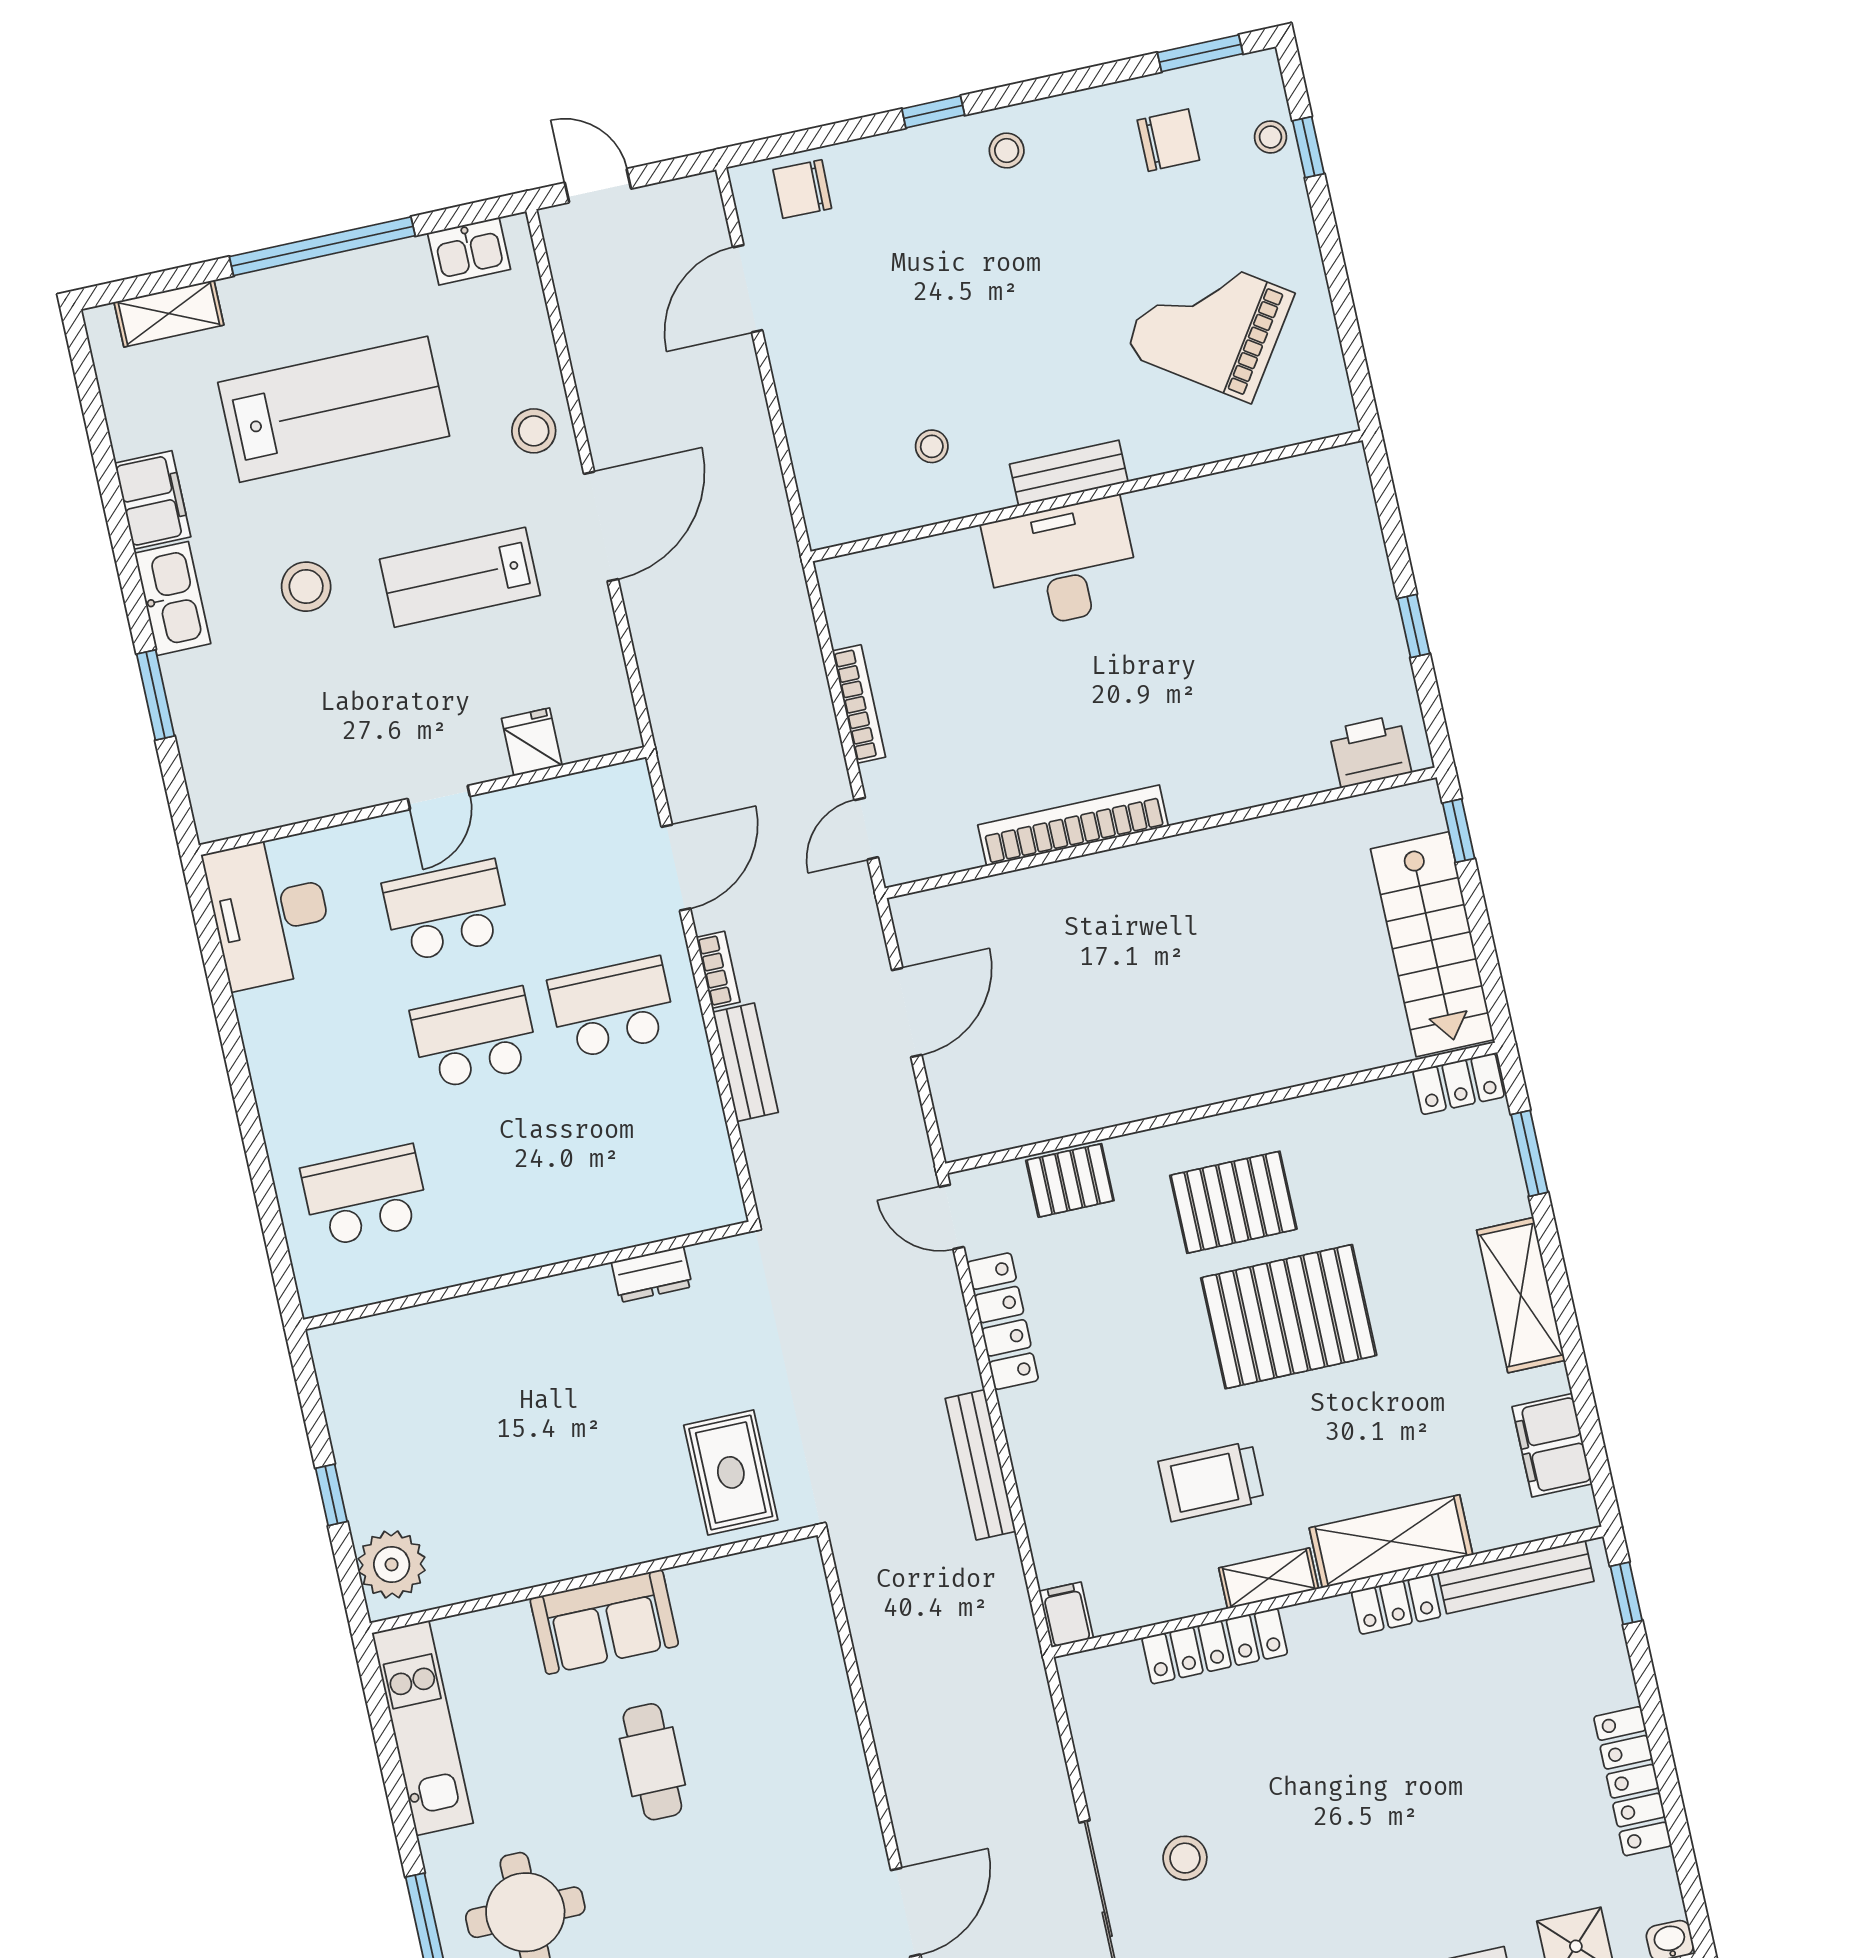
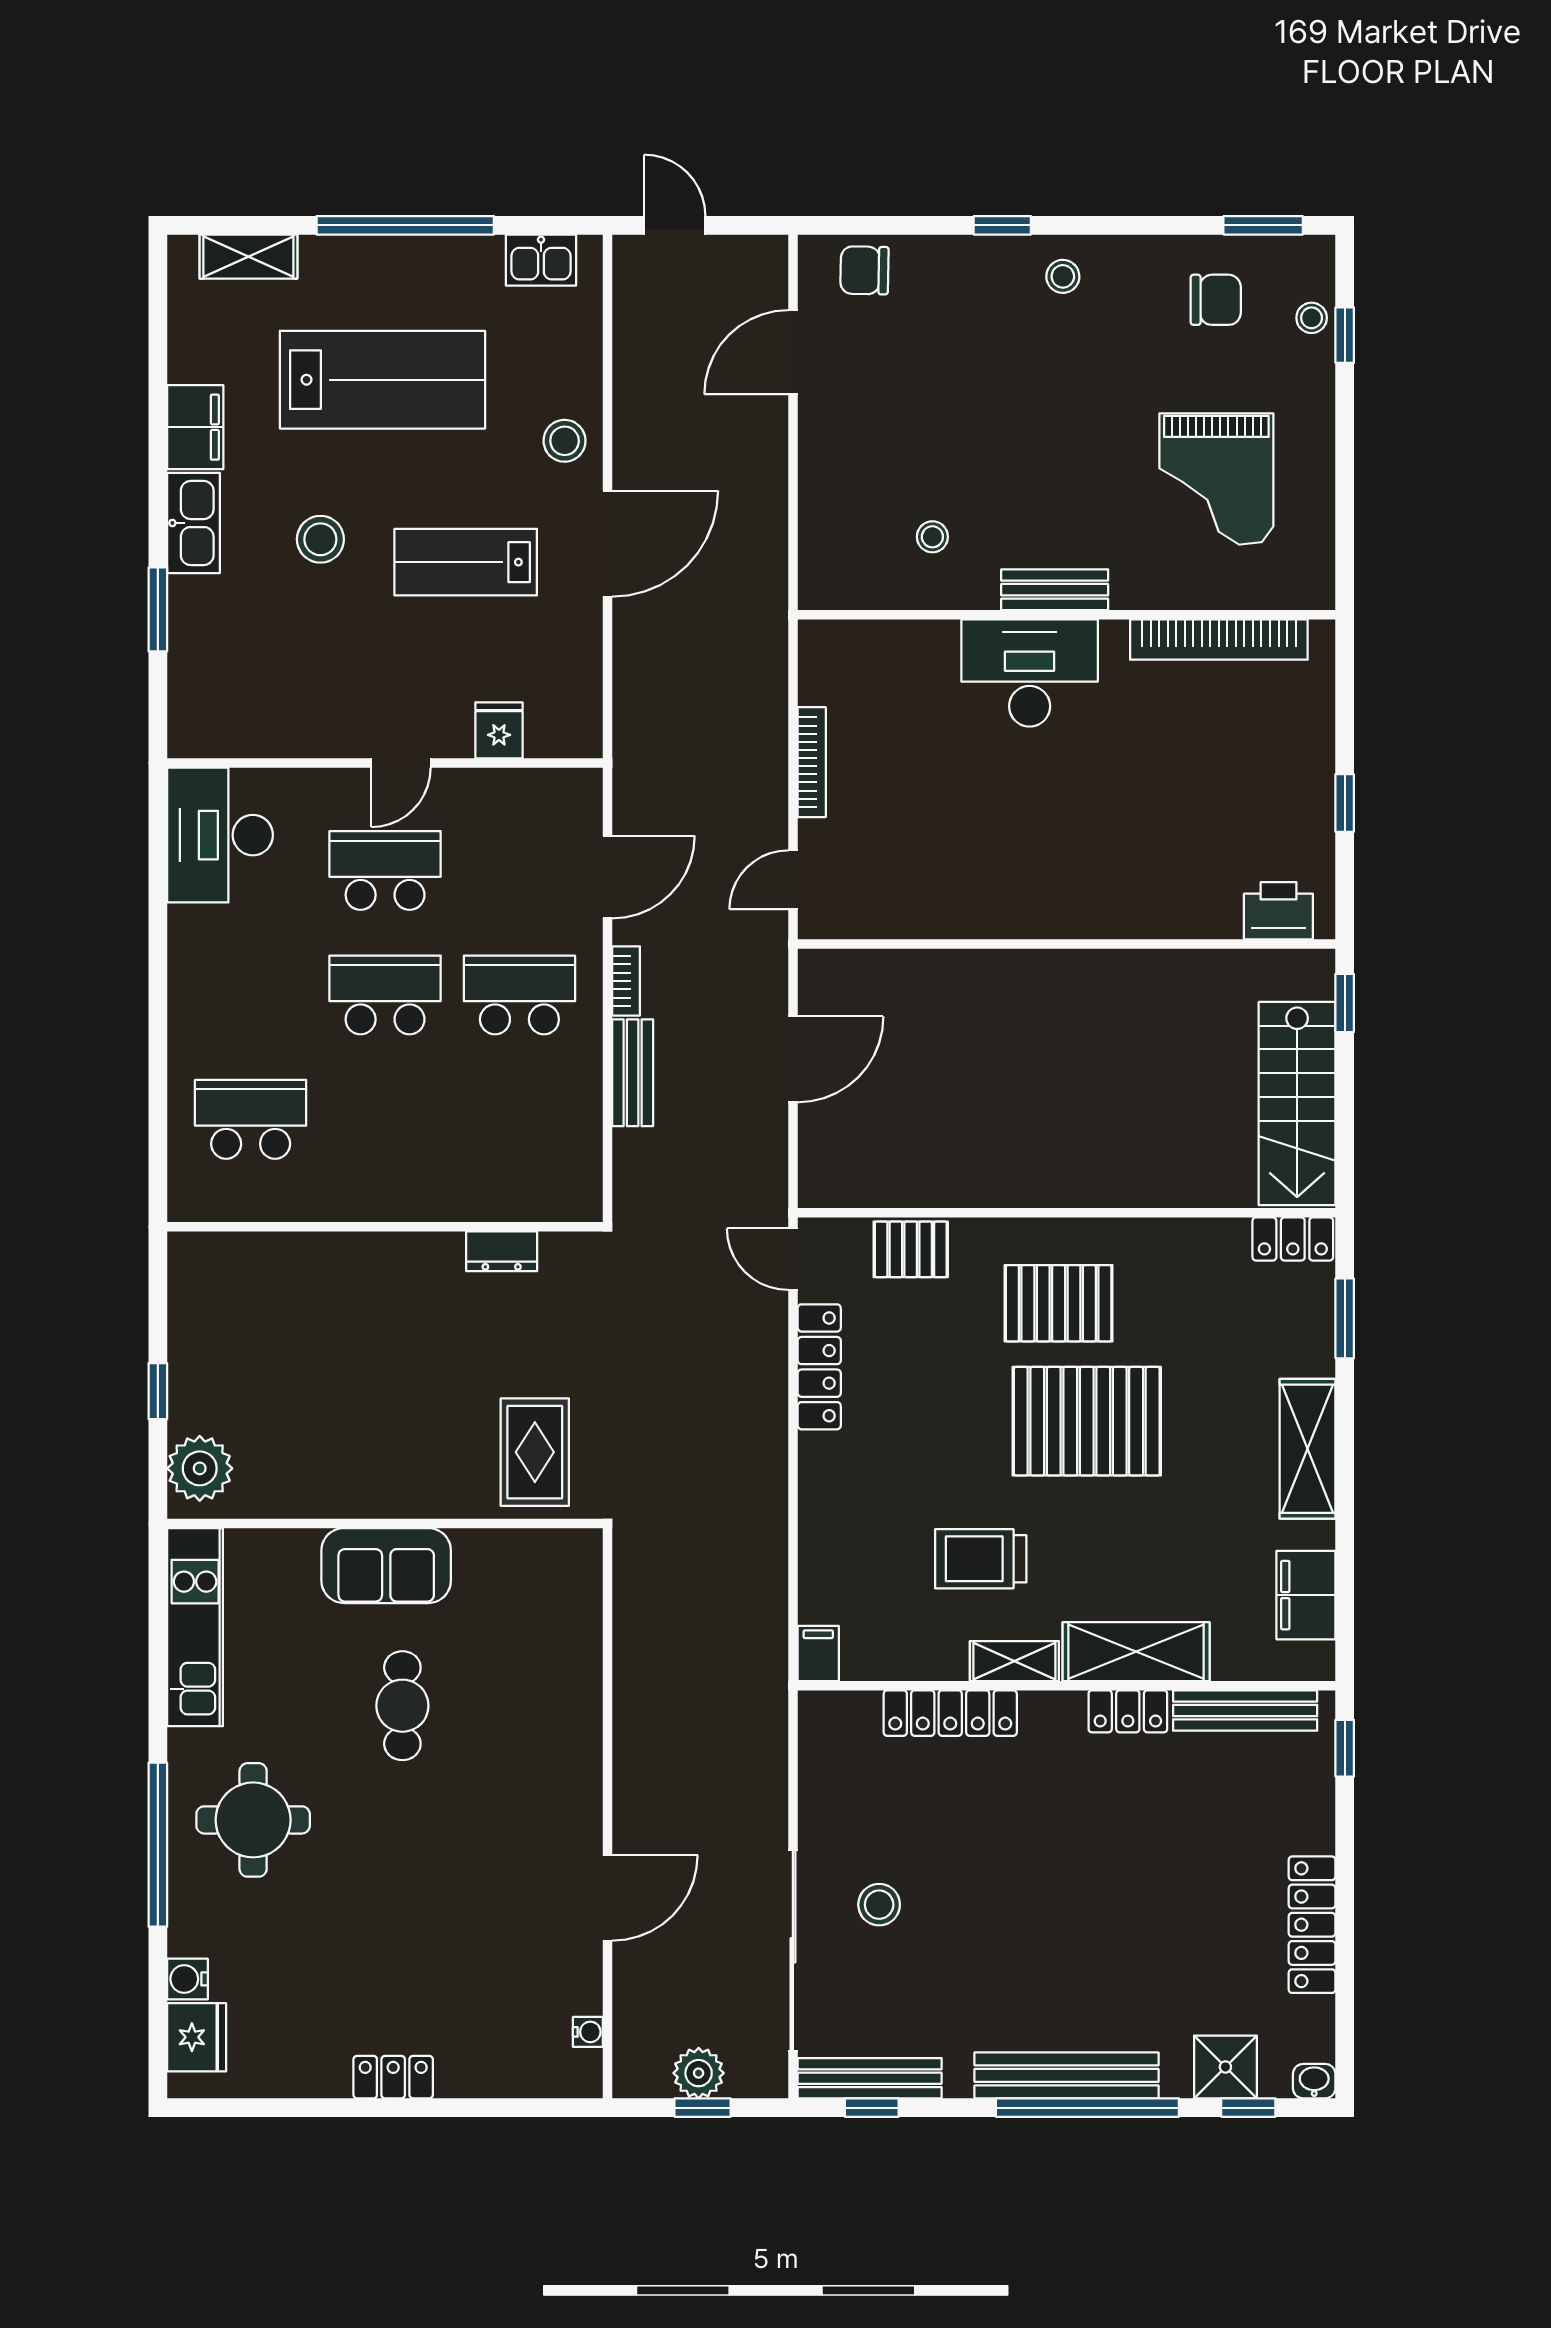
grand piano: (1209, 323) -> (1216, 479), turned -124
bookcase: (1073, 825) -> (1219, 640), moved, turned 180
bench: (980, 1465) -> (769, 1496), removed

